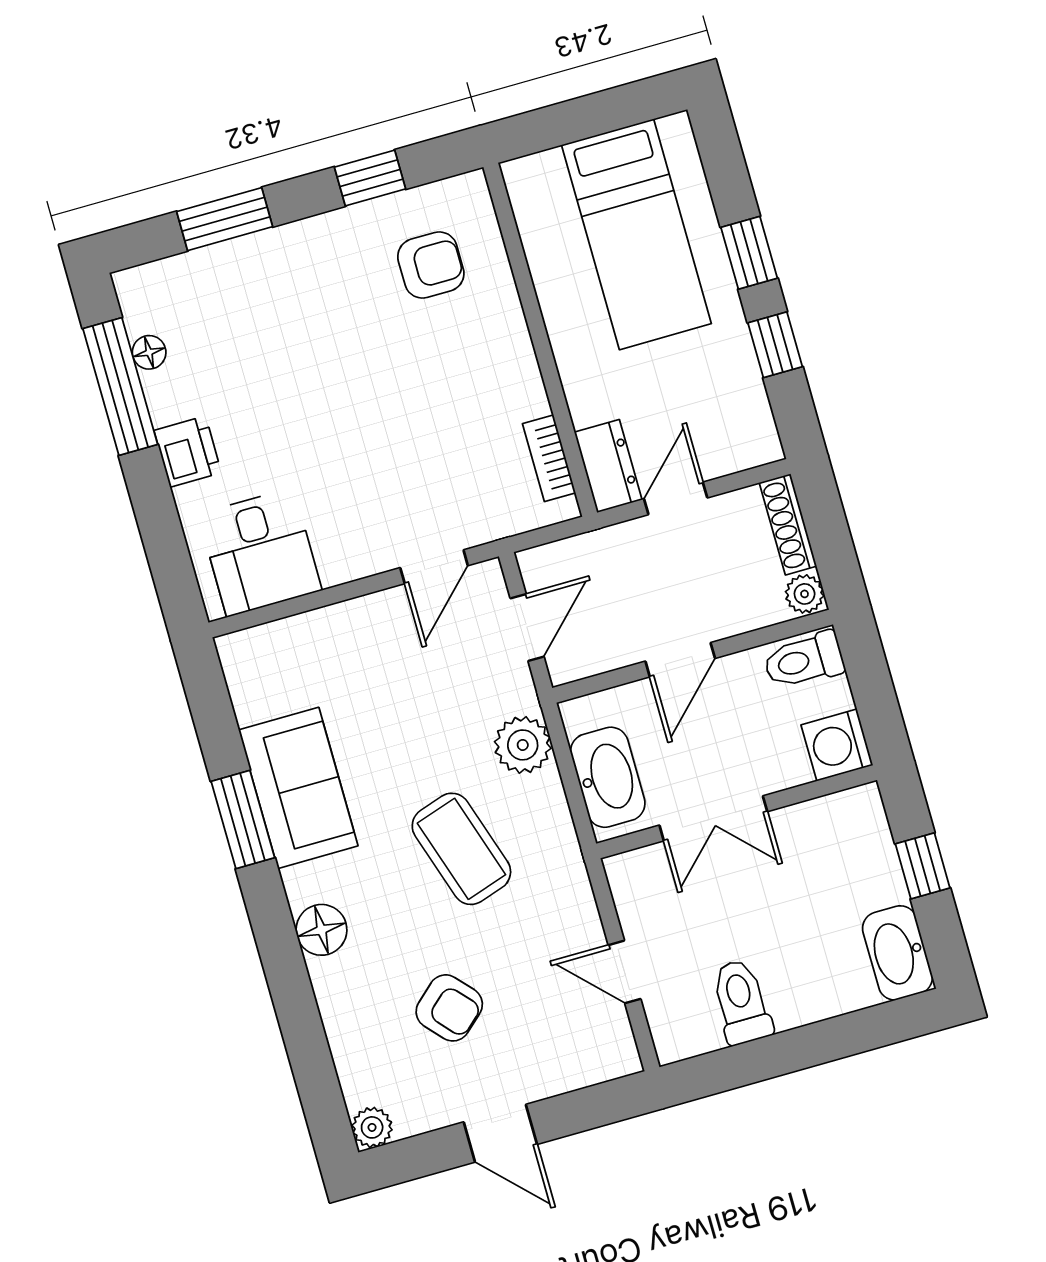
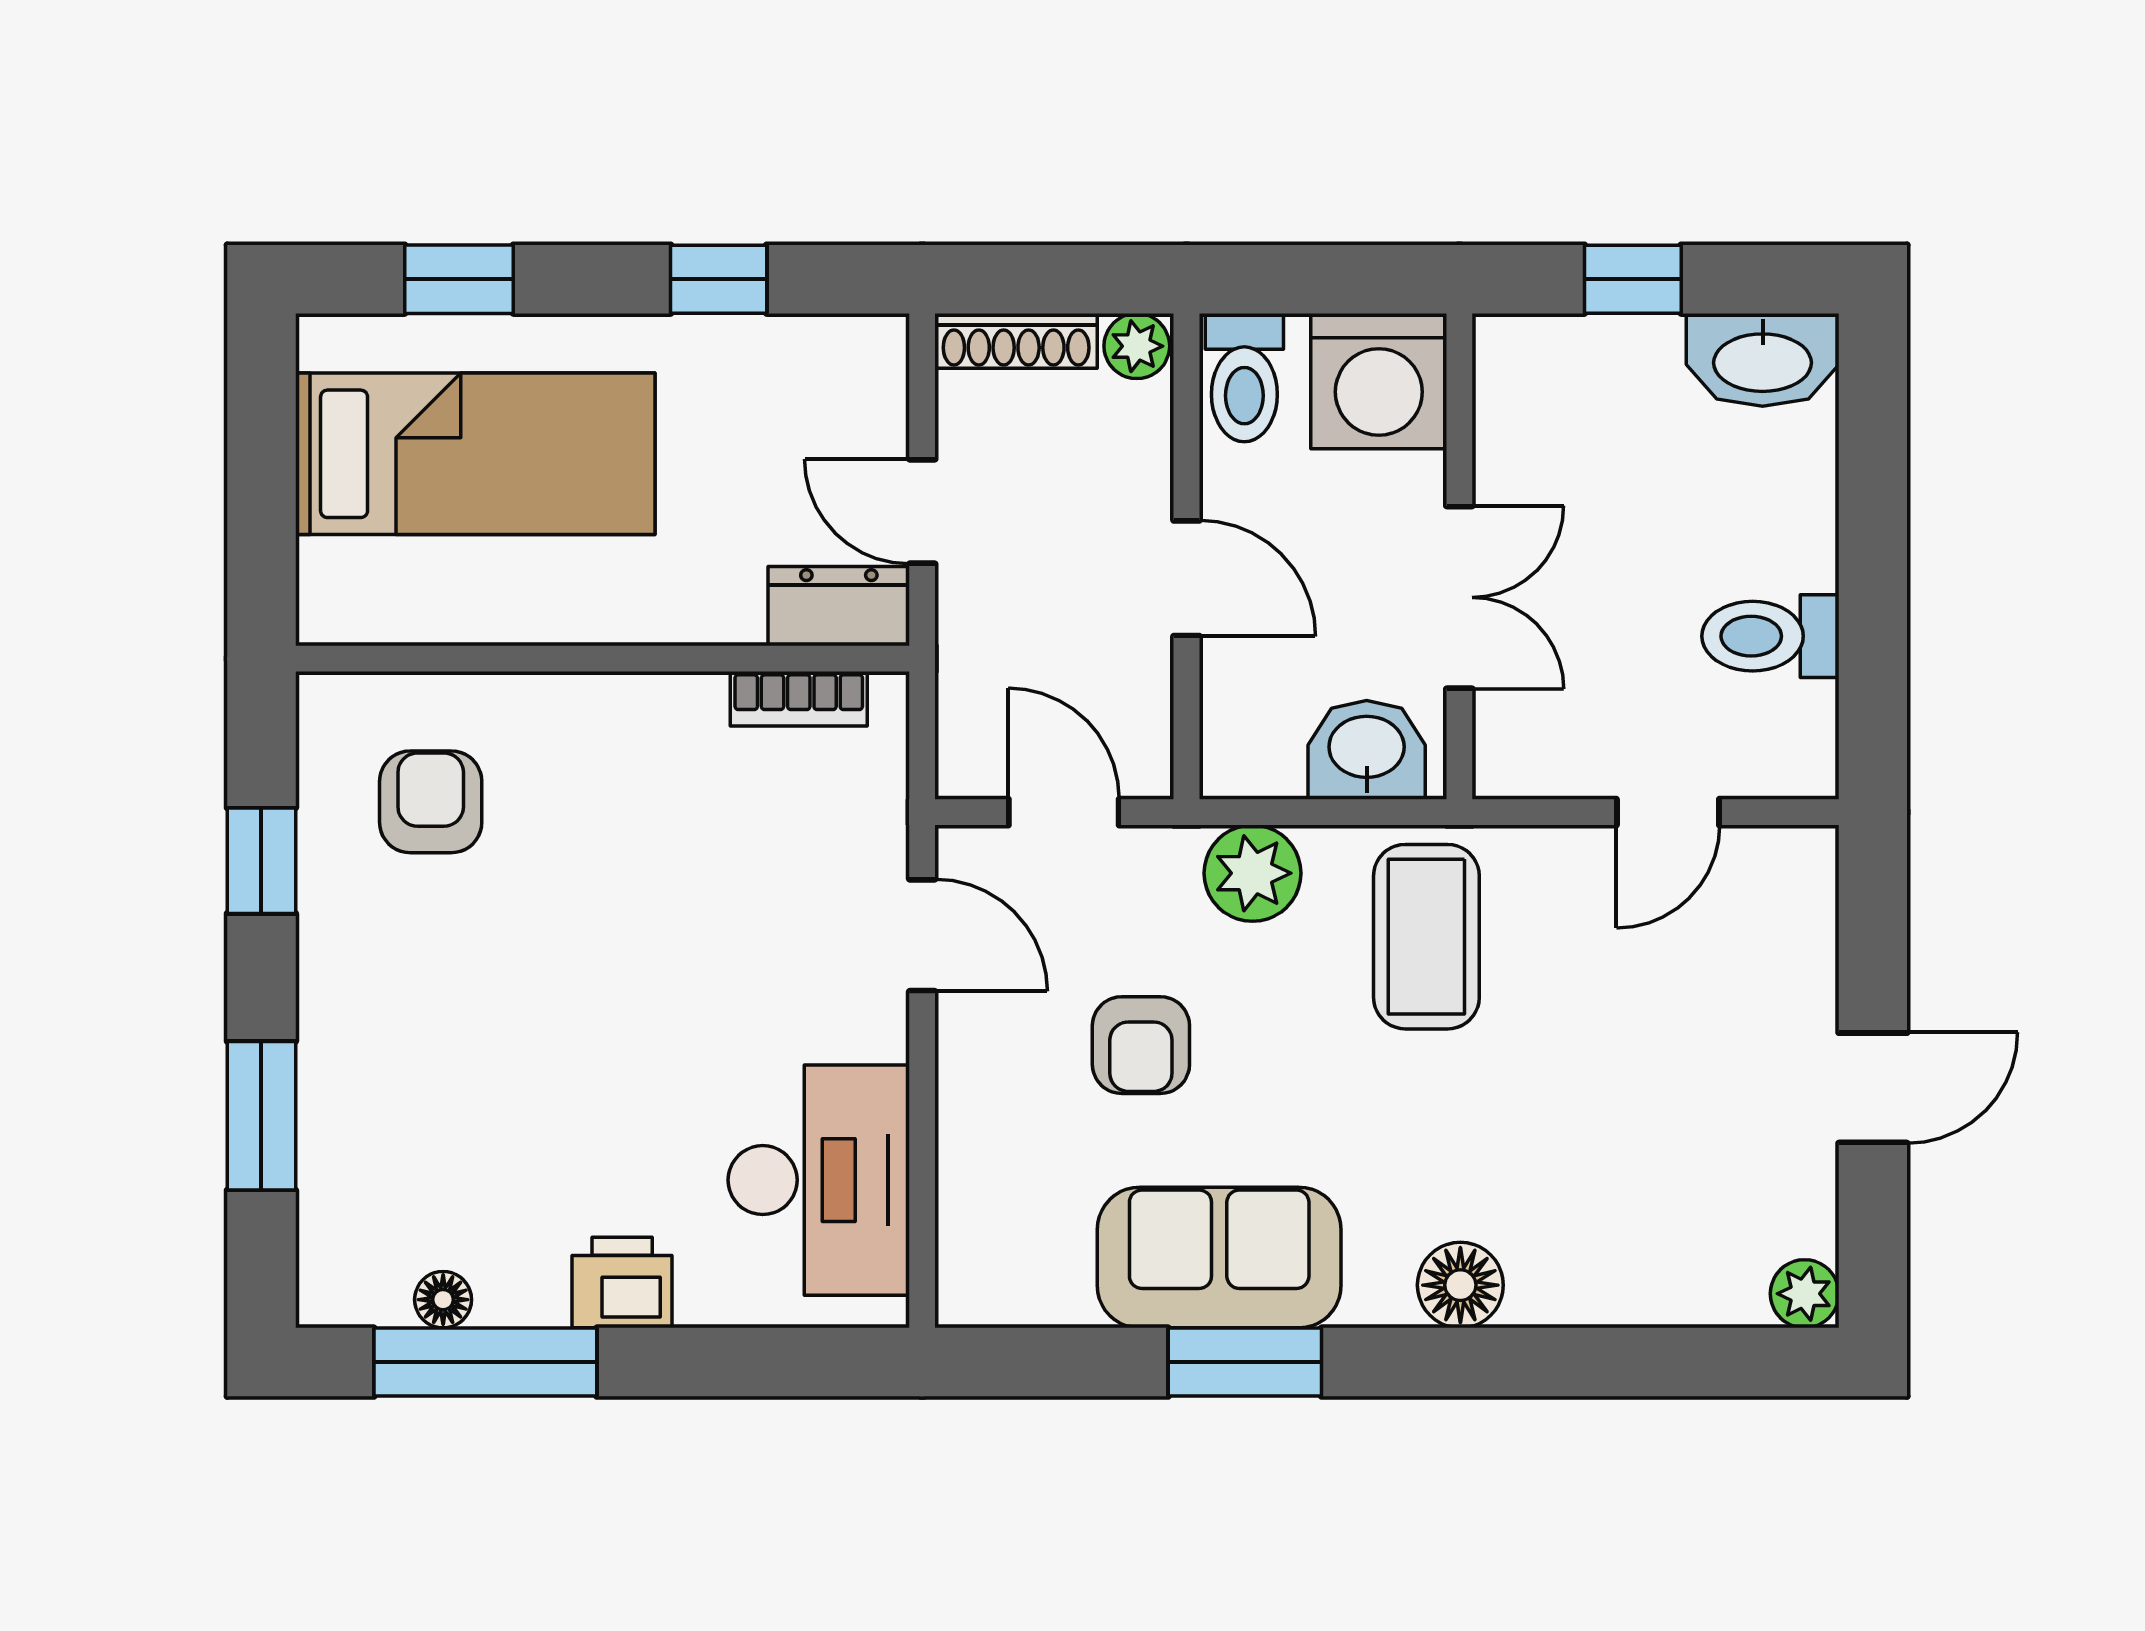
window: (749, 253) -> (459, 279), moved
desk: (260, 552) -> (819, 1180), width x1.37
washing machine: (837, 745) -> (1379, 381), width x1.37, depth x1.37
washbasin: (608, 777) -> (1367, 750), width x0.72
coffee table: (461, 849) -> (1426, 937), moved, turned -72
armchair: (449, 1008) -> (1141, 1045), moved, turned 132

